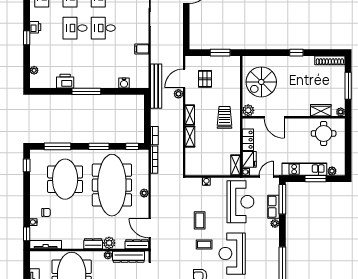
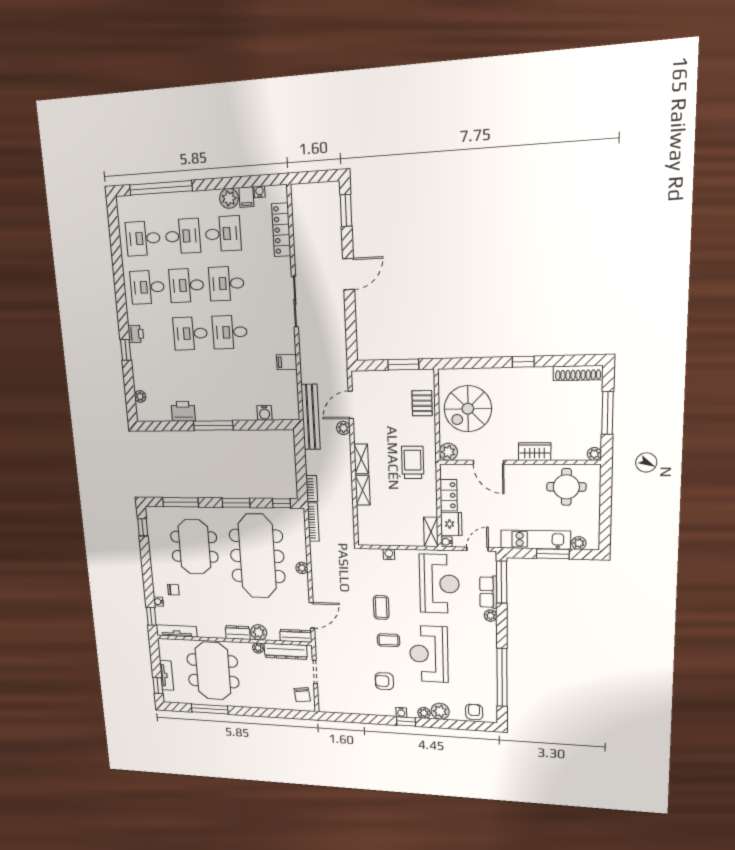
pallet: (205, 79) -> (422, 403), moved
wardrobe: (321, 110) -> (535, 452), moved
door: (150, 228) -> (312, 615), swing flipped

